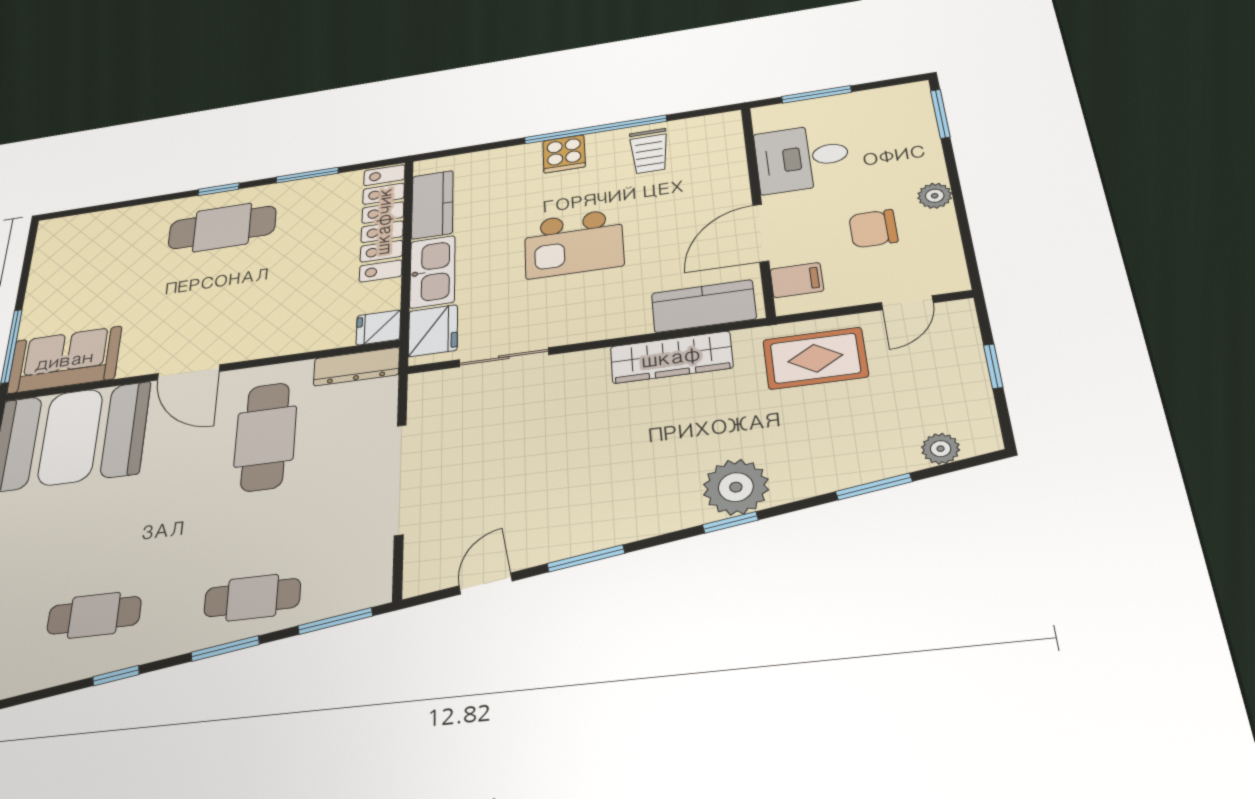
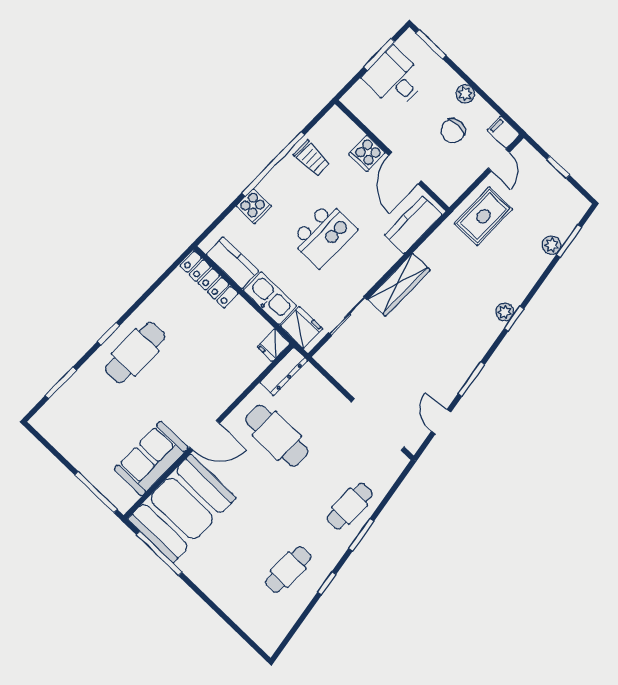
window: (816, 94) -> (379, 54), moved
cooker: (564, 154) -> (254, 206), moved
desk: (802, 158) -> (395, 78), moved, turned 90
window: (307, 175) -> (61, 383), moved
cooker: (726, 187) -> (367, 154), added
locker: (383, 222) -> (209, 279), width x0.71, depth x0.83
filing cabinet: (797, 280) -> (504, 132), moved, turned -90
wardrobe: (671, 357) -> (399, 285), moved
sofa: (65, 360) -> (151, 459), moved
plant: (941, 449) -> (552, 245), moved
doorway: (400, 479) -> (378, 425), moved
plant: (736, 487) -> (505, 312), width x0.53, depth x0.53
window: (874, 487) -> (569, 241), moved
window: (335, 621) -> (395, 487), removed

